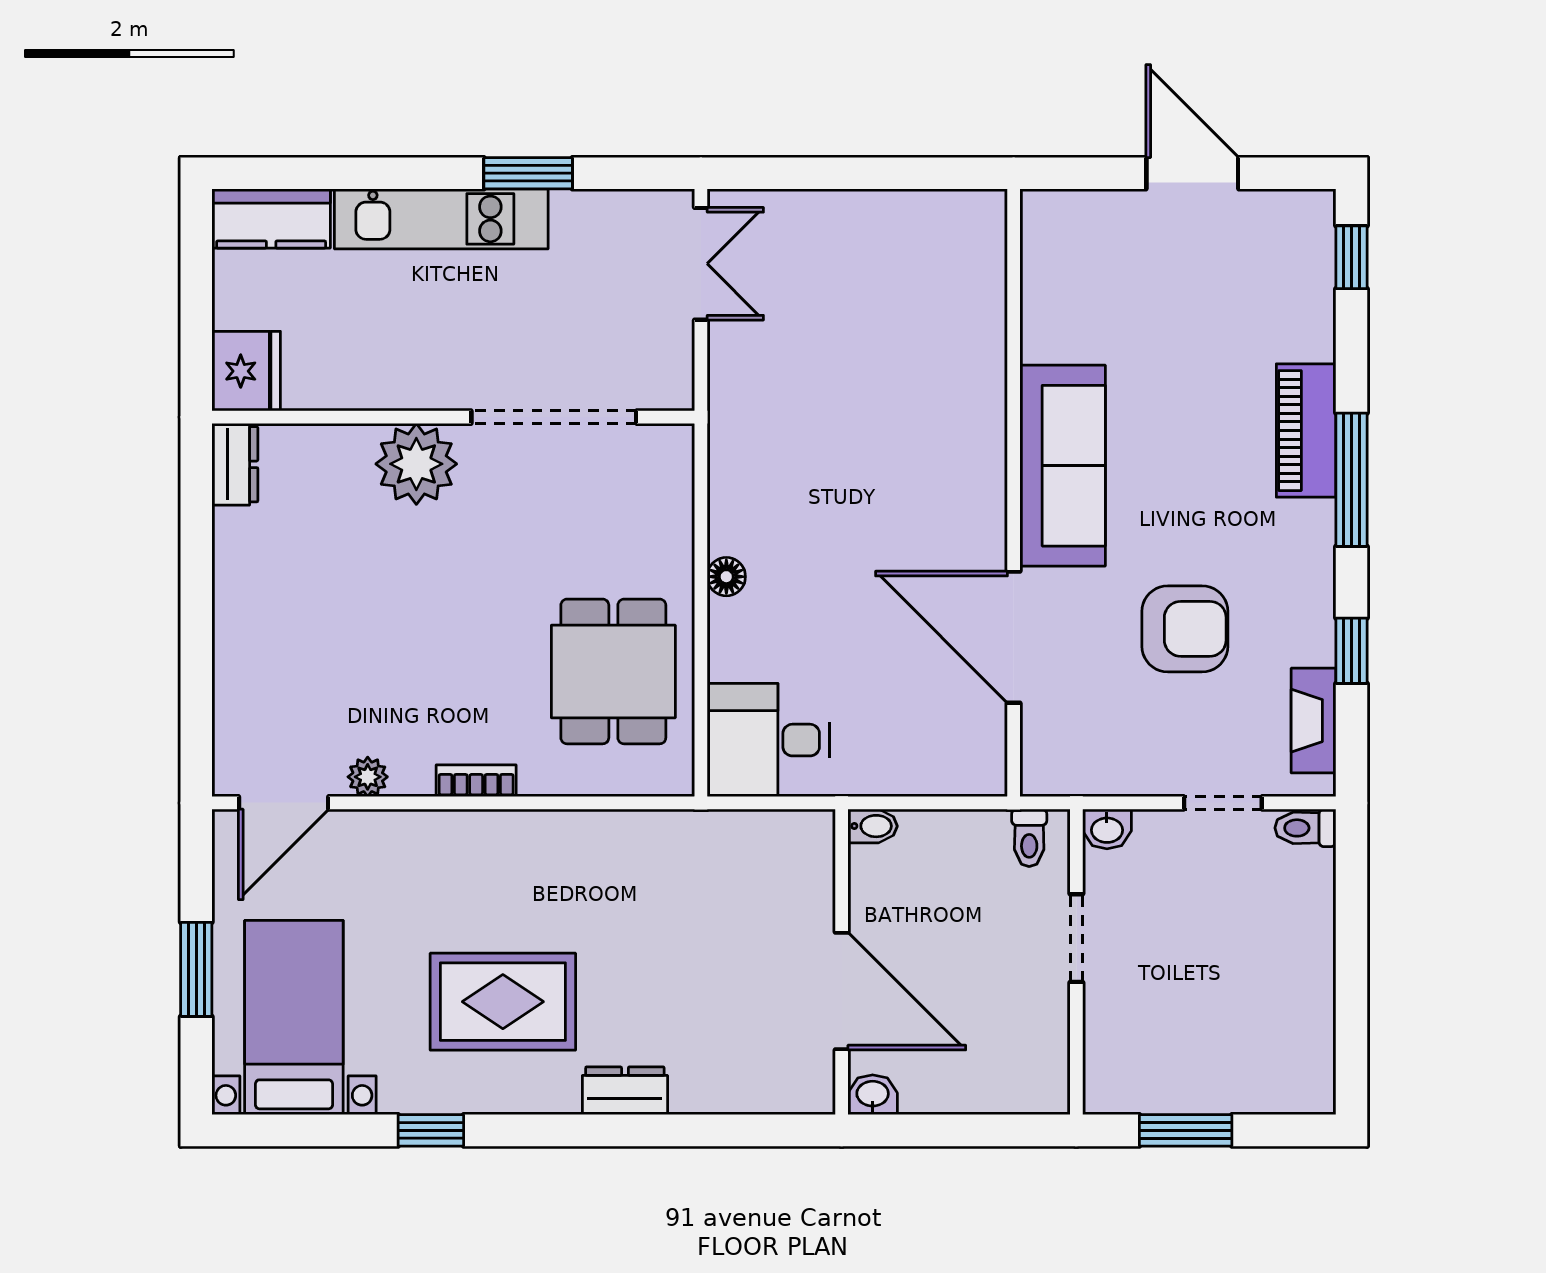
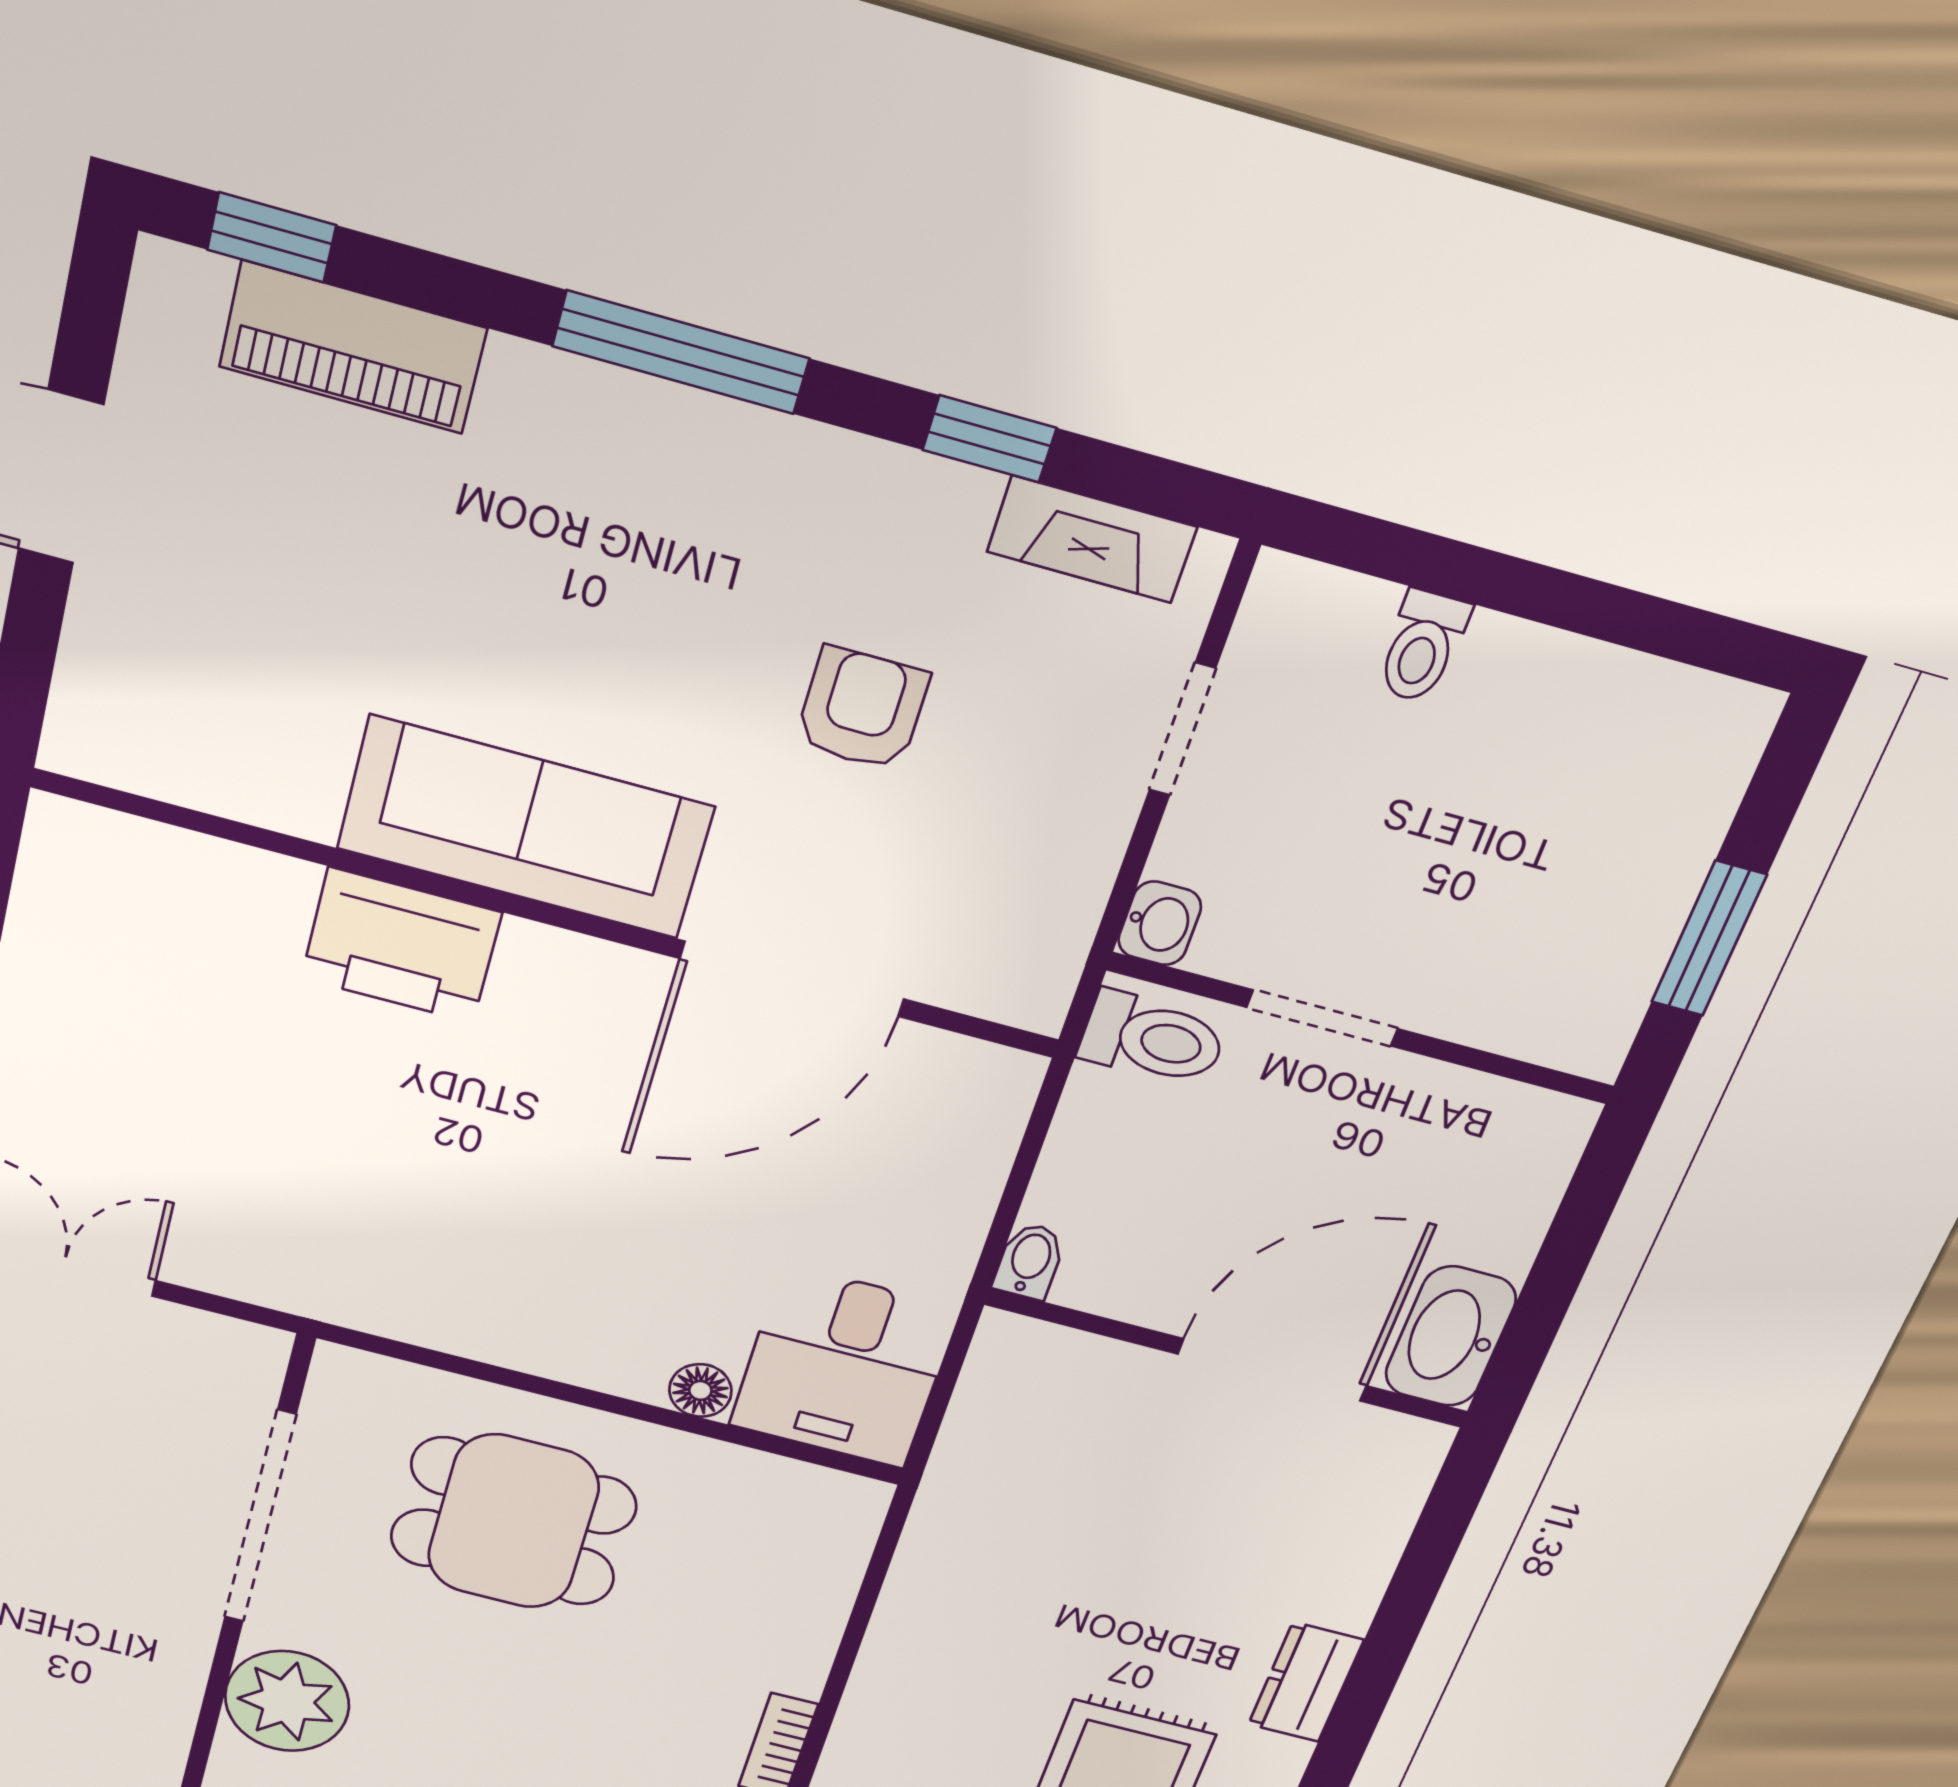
printer: (970, 414) -> (401, 945), added
piano: (1306, 431) -> (353, 347), moved
floor lamp: (726, 577) -> (700, 1390), moved
armchair: (1185, 629) -> (862, 709), width x0.72, depth x0.72
dining table: (613, 671) -> (513, 1522), moved
toilet: (1305, 828) -> (1422, 646), moved
toilet: (1029, 838) -> (1153, 1039), width x1.37, depth x1.39
washbasin: (873, 1095) -> (1450, 1336), width x1.91, depth x1.45

